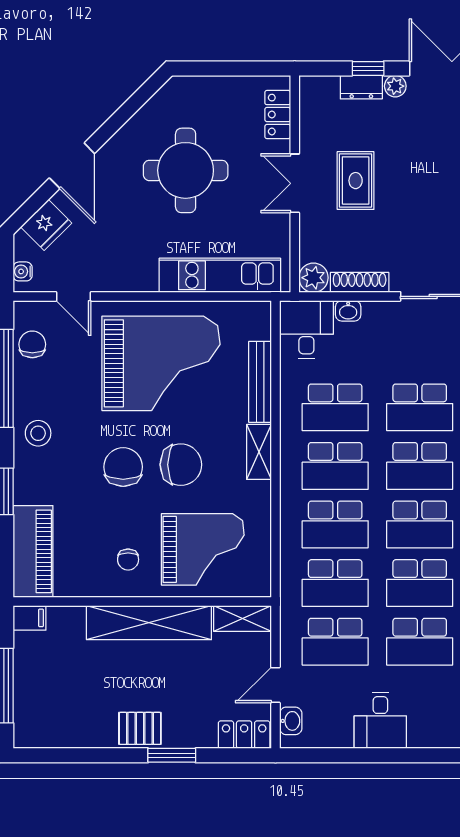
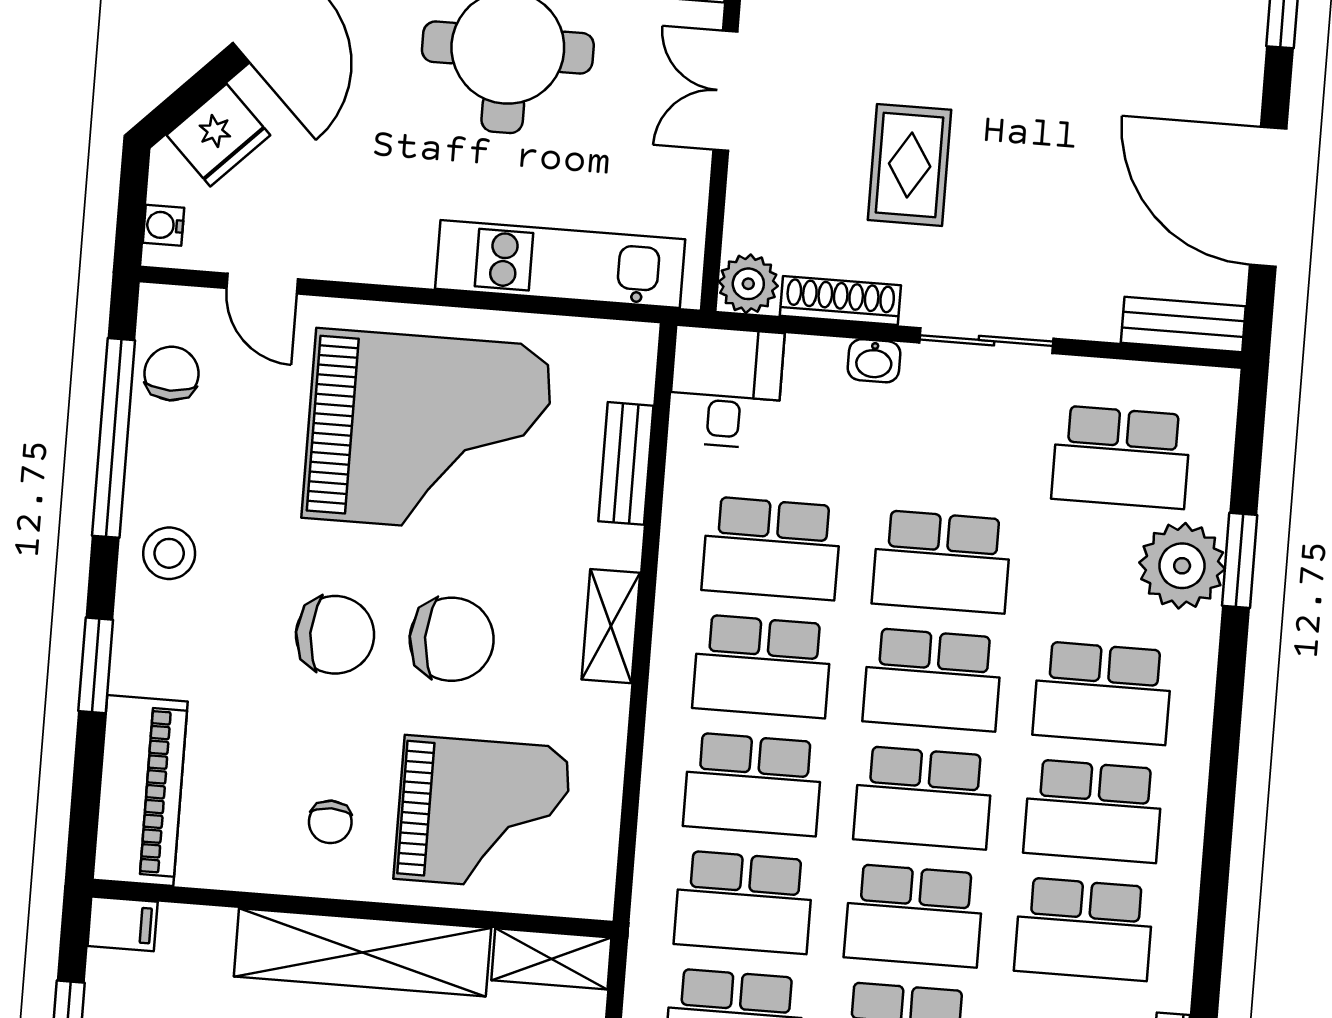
rug: (356, 181) -> (910, 165), moved
washbasin: (348, 311) -> (874, 361), moved
bench: (260, 382) -> (626, 463), width x0.73
chair: (123, 467) -> (335, 635), turned 90

